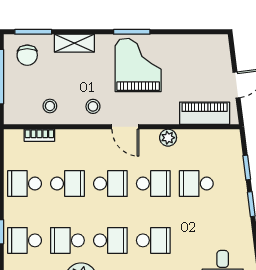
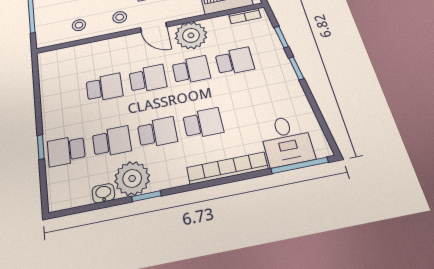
bookcase: (39, 135) -> (245, 16), moved
plant: (168, 138) -> (191, 35), width x1.87, depth x1.87
school desk: (24, 184) -> (61, 96), removed
school desk: (196, 184) -> (235, 61), turned 180
school desk: (67, 240) -> (112, 142), turned 180

